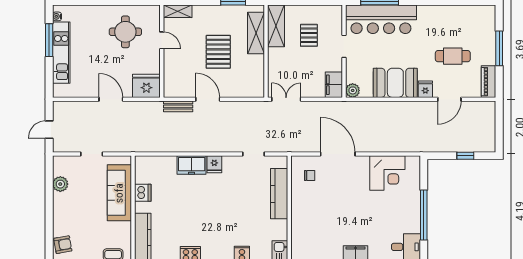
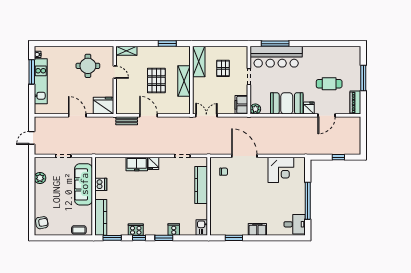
shelving: (256, 33) -> (184, 81), moved

